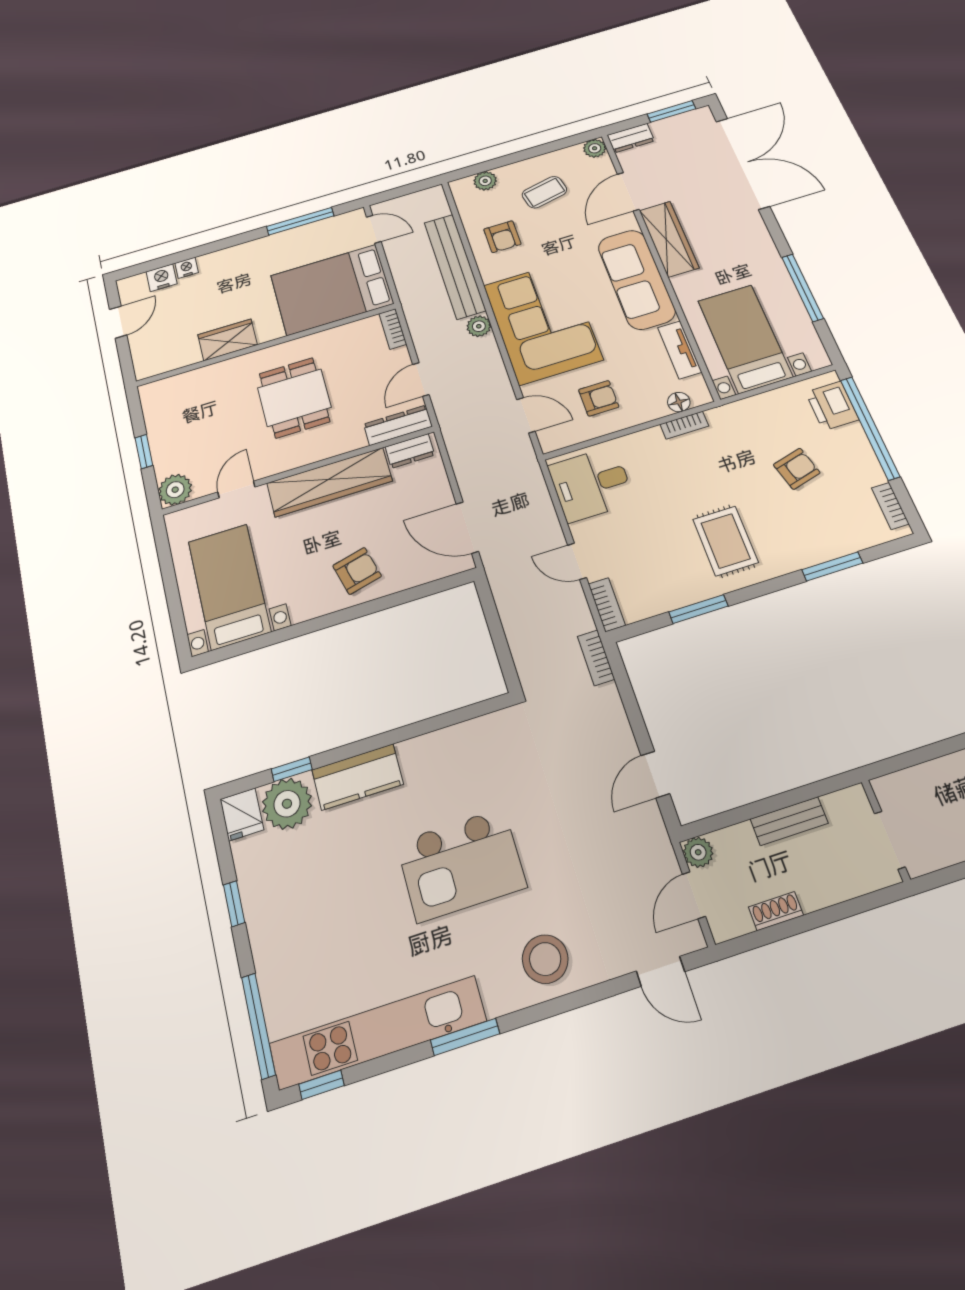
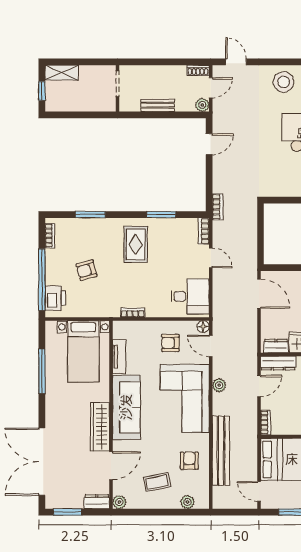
plant: (479, 326) -> (219, 385), moved
floor lamp: (679, 402) -> (203, 327), moved
shoe rack: (776, 911) -> (198, 70), moved

